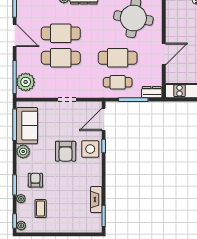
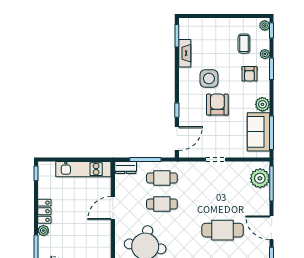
cafe table: (61, 58) -> (223, 204), removed
cafe table: (118, 58) -> (162, 204), width x0.73, depth x0.74
side table: (90, 149) -> (209, 79), moved

